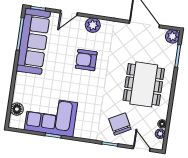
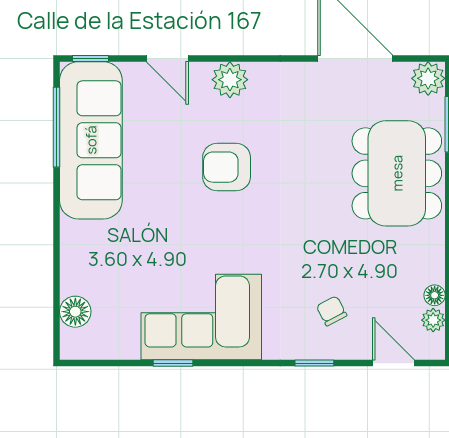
door: (69, 13) -> (167, 58), hinge flipped
dining table: (144, 84) -> (397, 173), moved
corner sofa: (51, 116) -> (201, 317), moved
chair: (120, 124) -> (332, 311), width x0.54, depth x0.54

